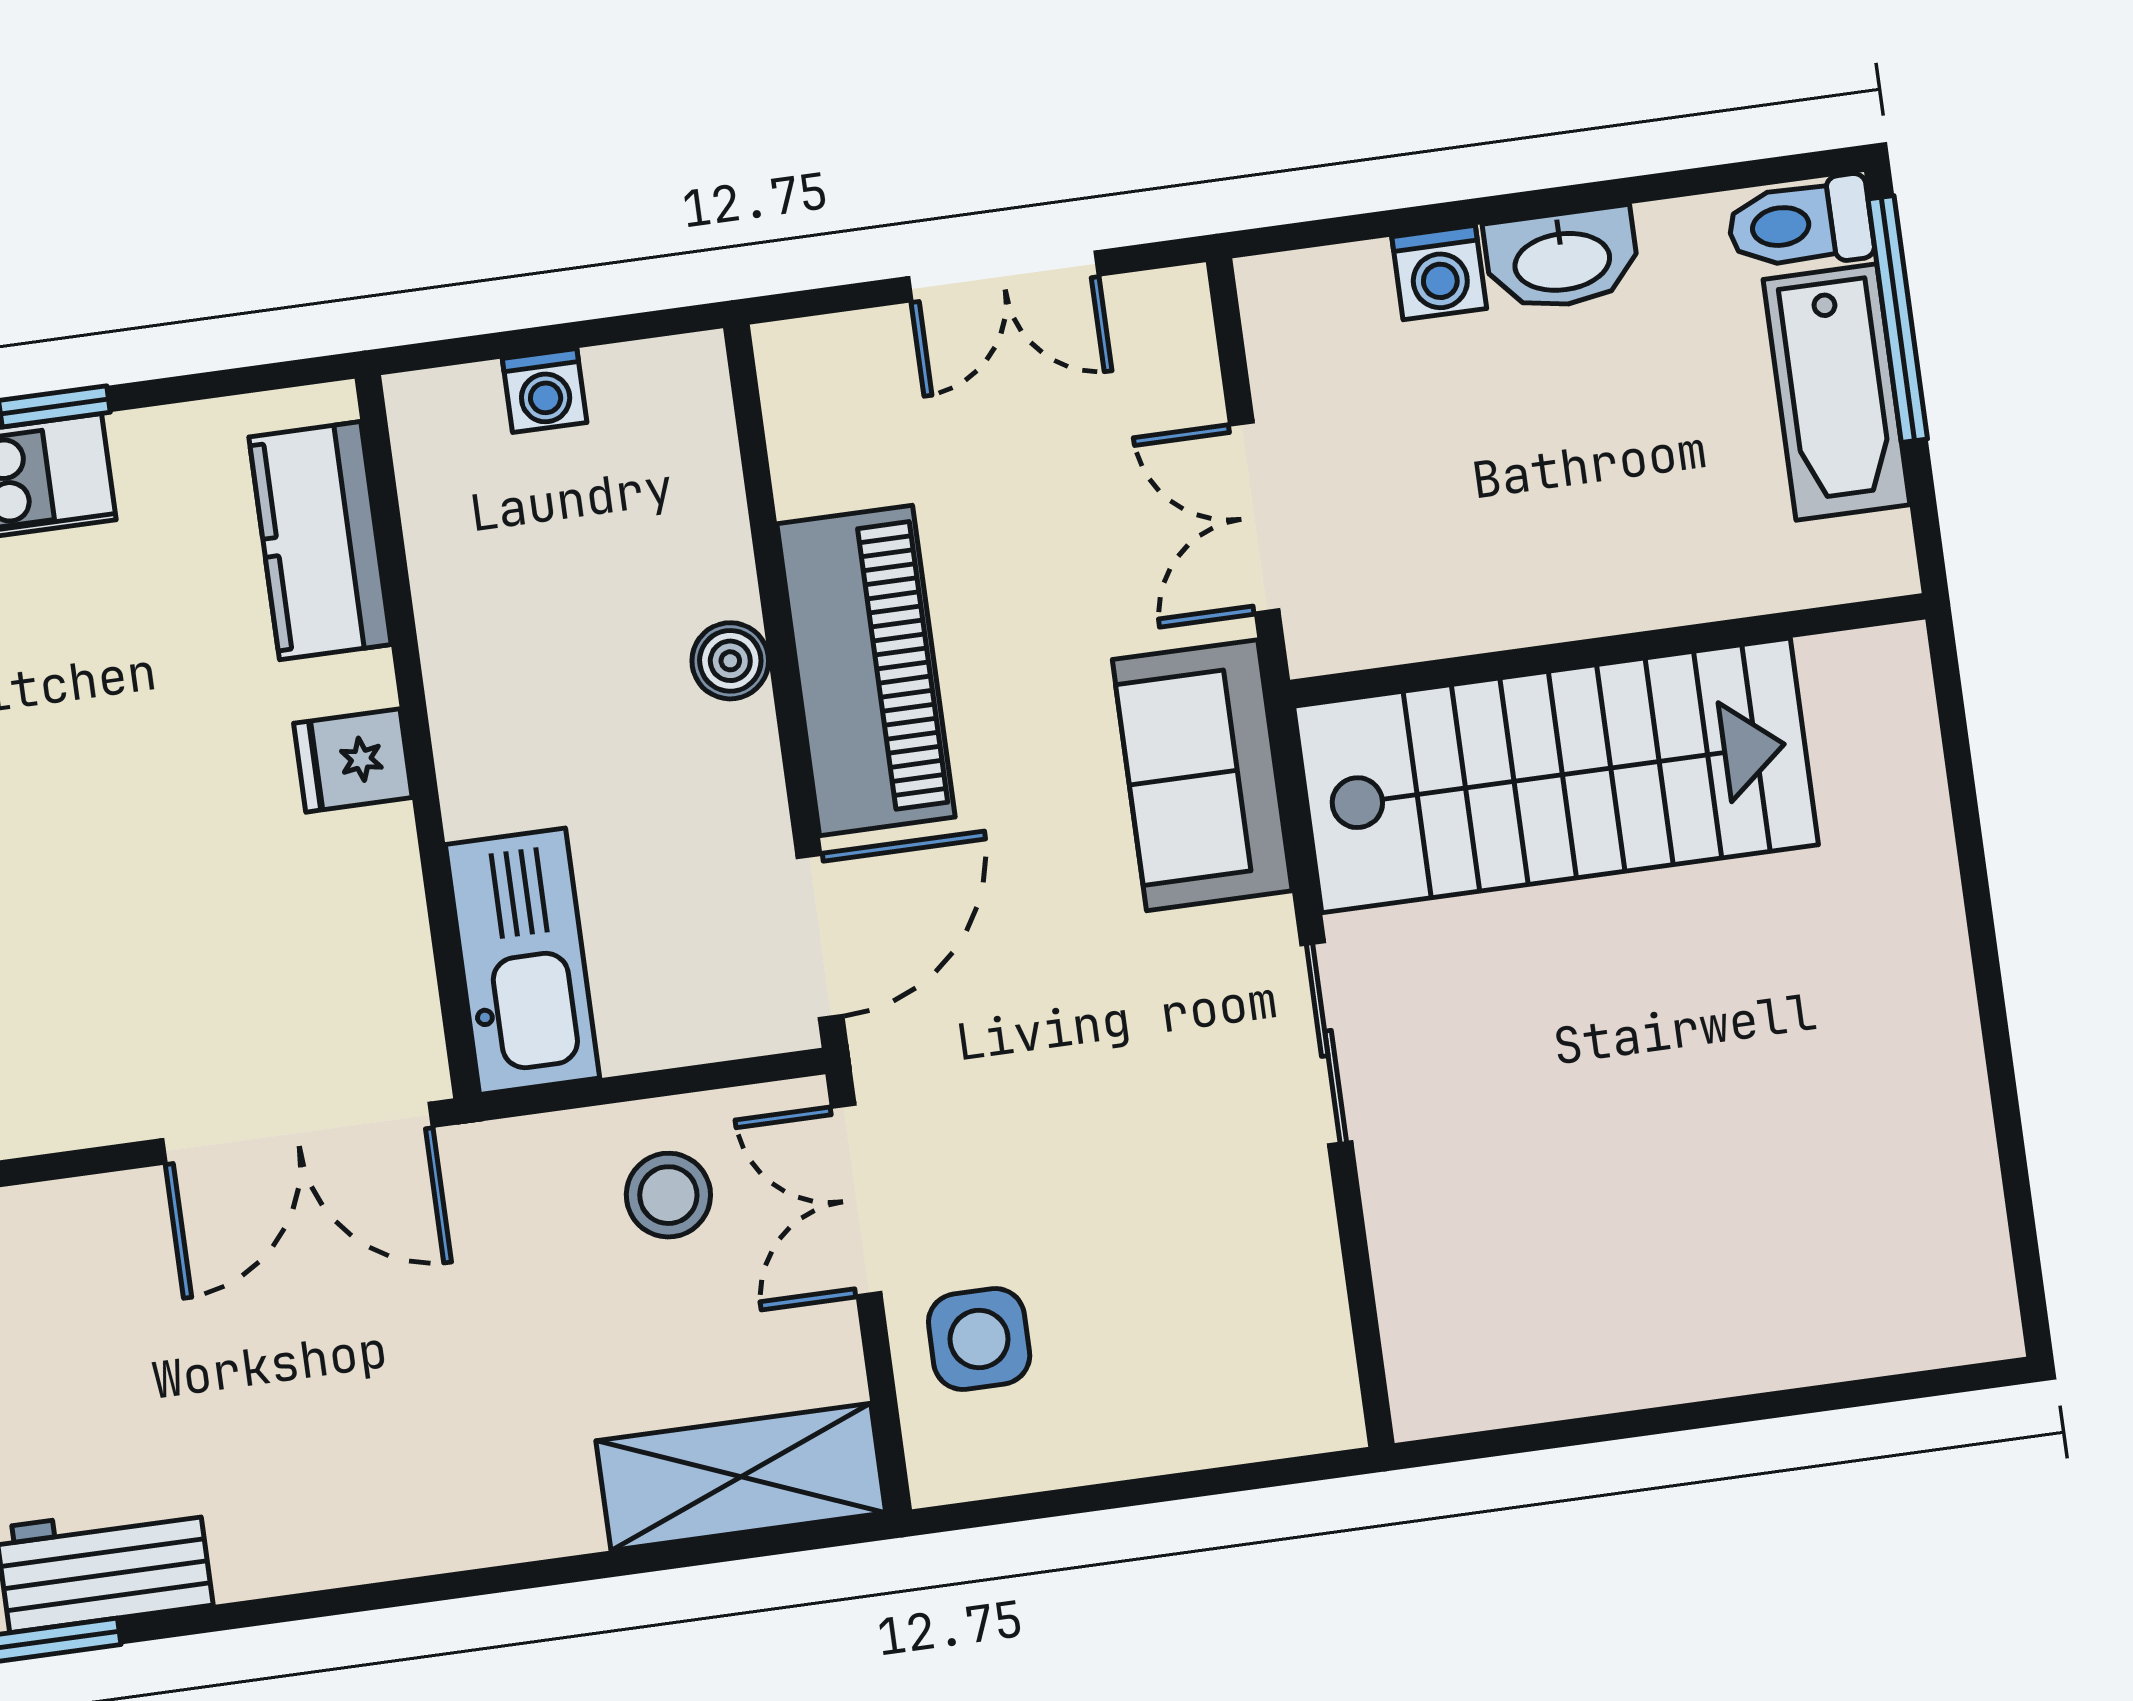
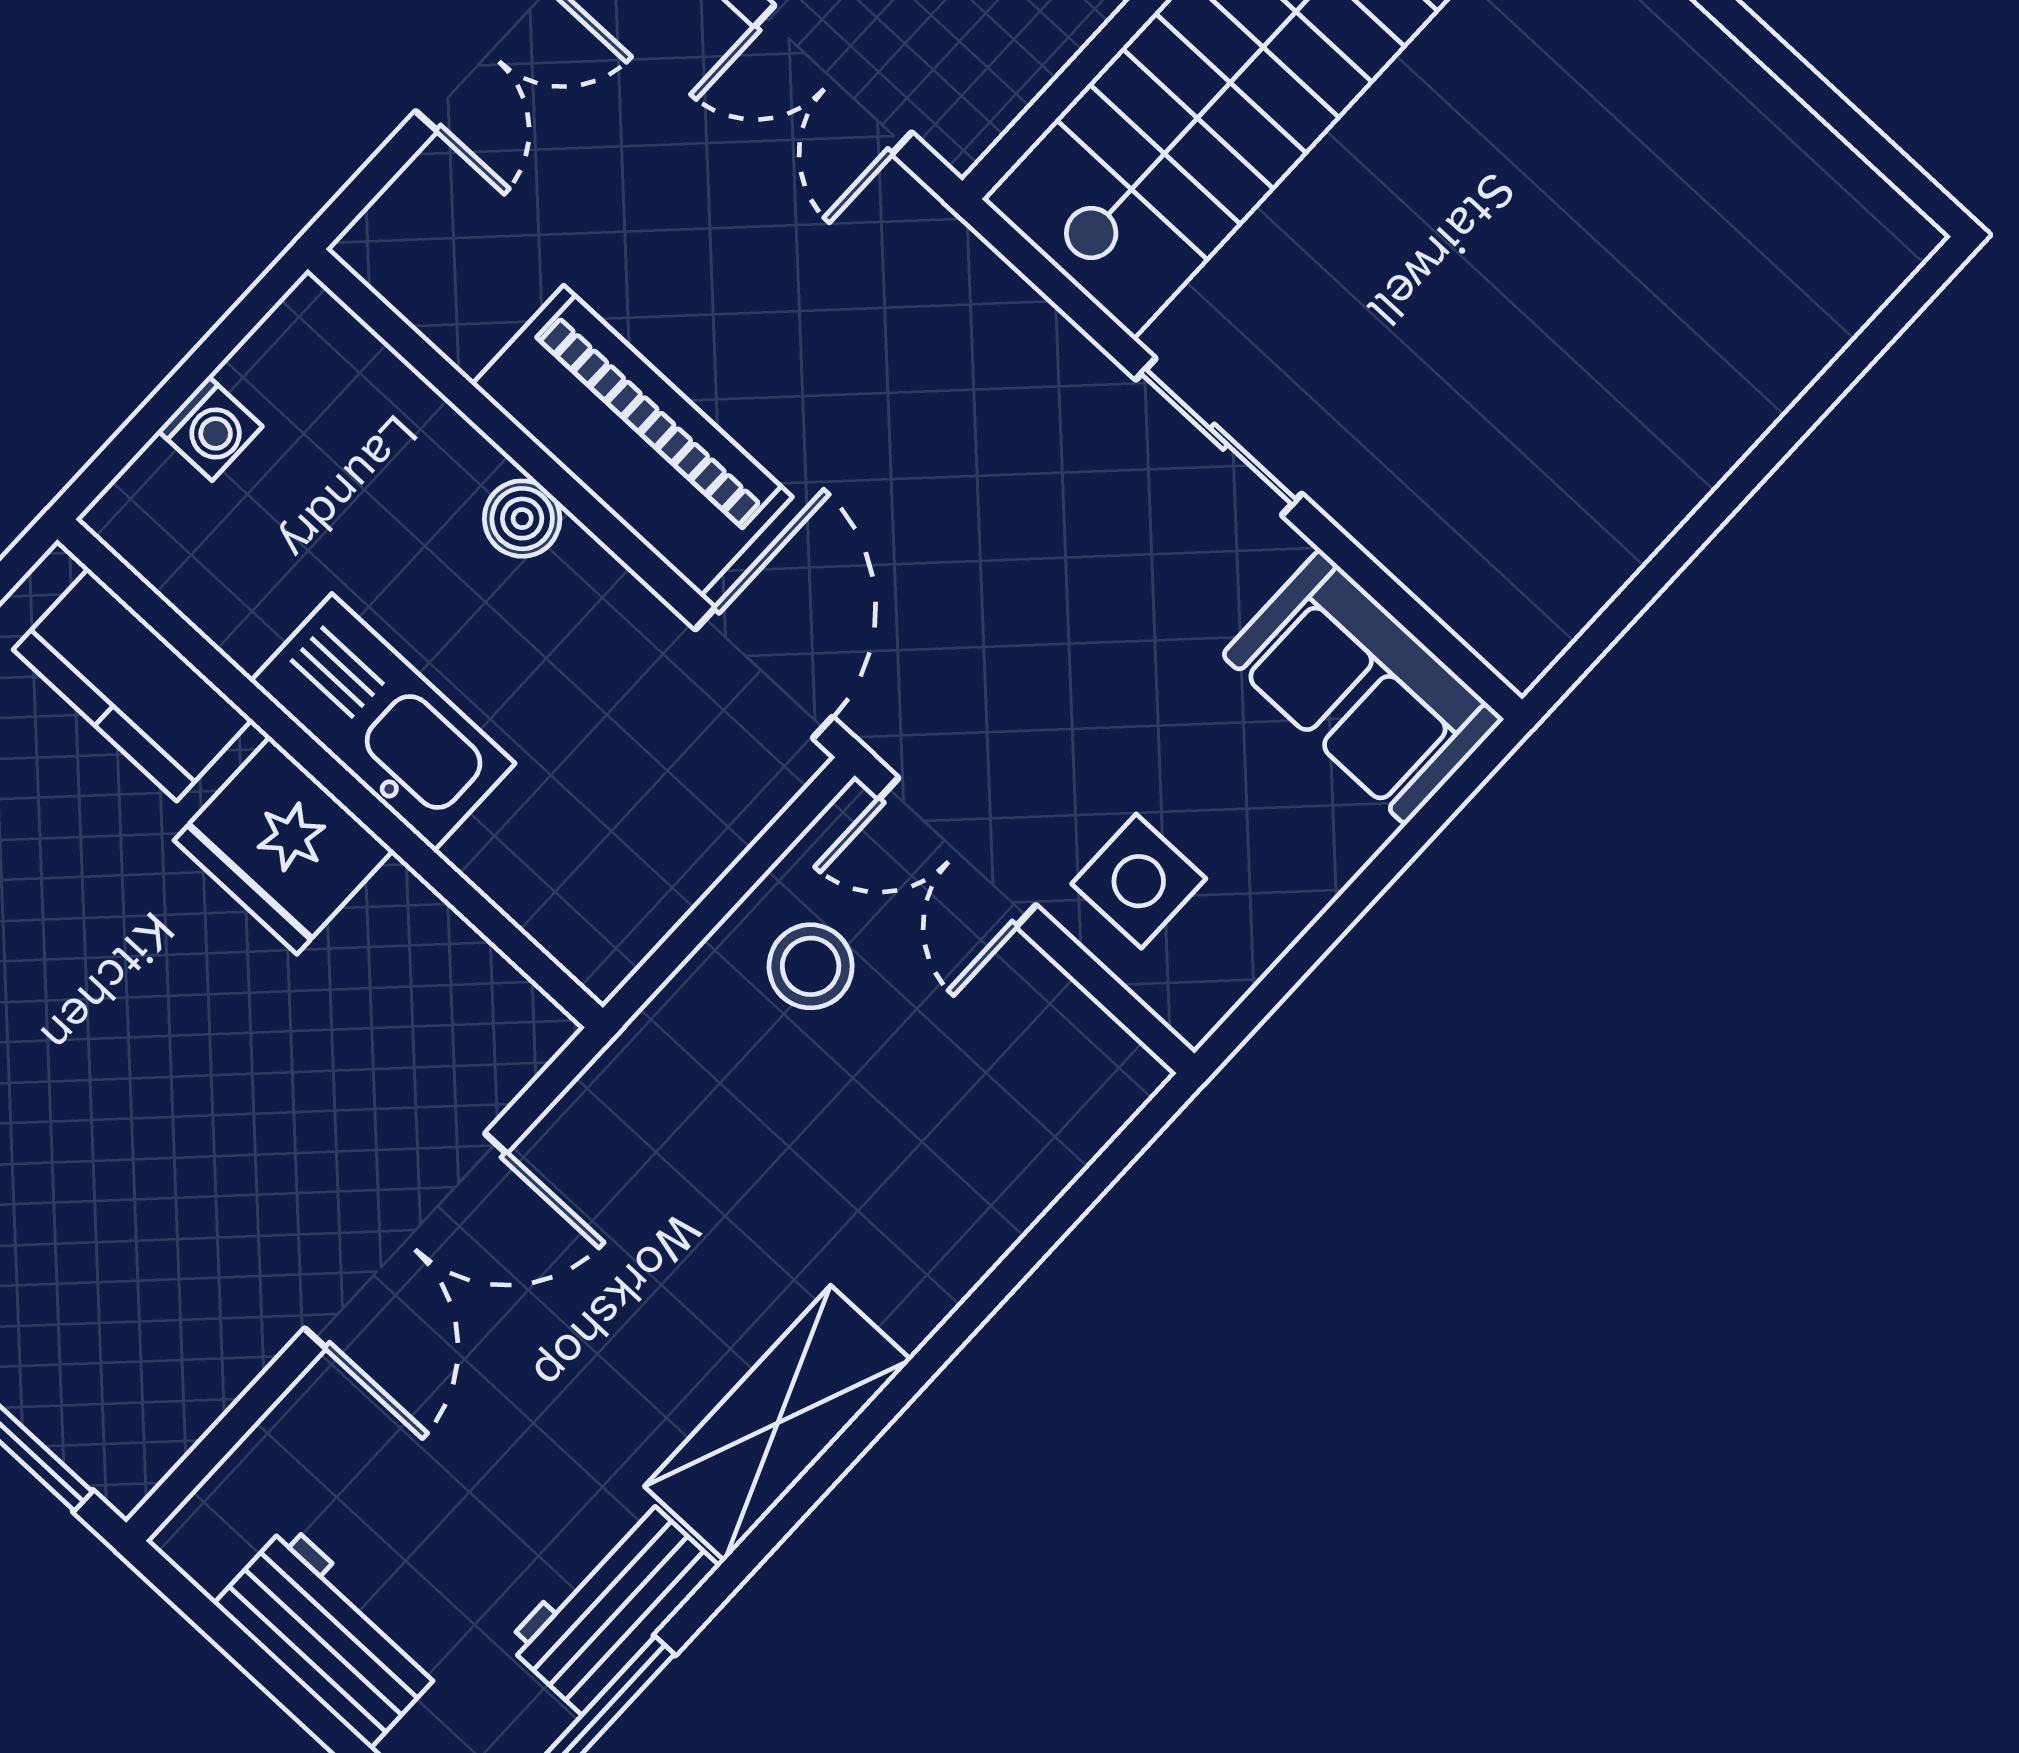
fridge: (353, 760) -> (284, 845), width x1.88, depth x1.34
sofa: (1202, 775) -> (1363, 687), moved
kitchen sink: (523, 961) -> (383, 722), moved
double door: (297, 1133) -> (406, 1241), moved
shelving: (741, 1477) -> (778, 1423), moved

